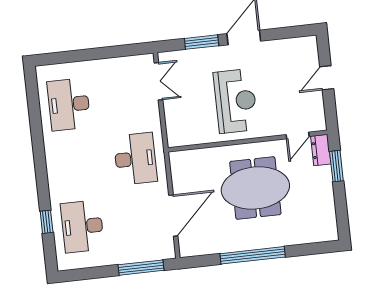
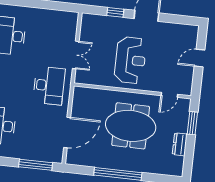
window: (202, 42) -> (115, 12), width x0.67
double door: (158, 81) -> (76, 55), moved
dresser: (321, 150) -> (180, 144), moved

